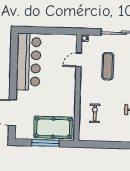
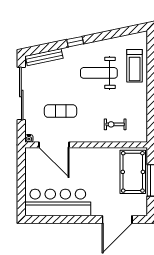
door: (79, 60) -> (54, 145), width x1.87

